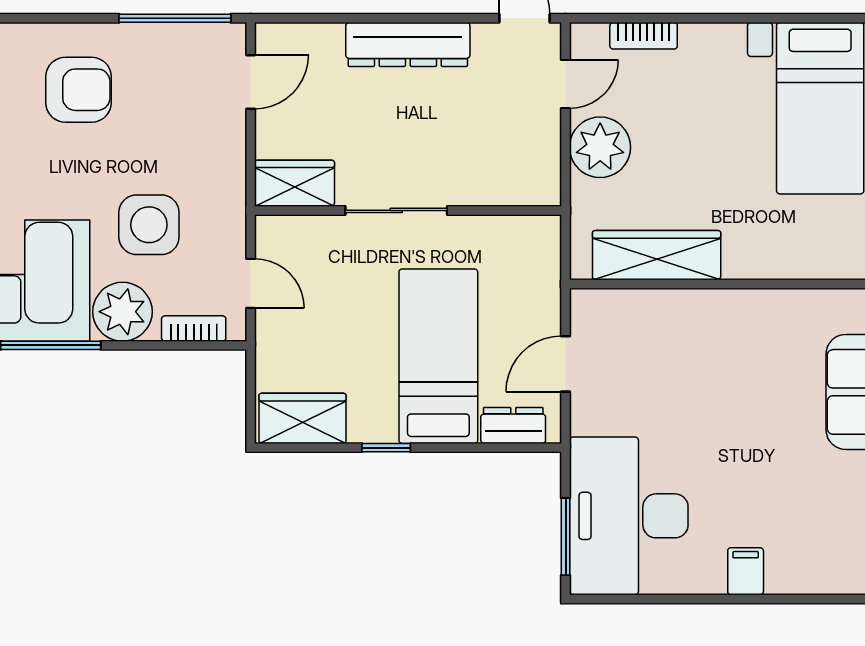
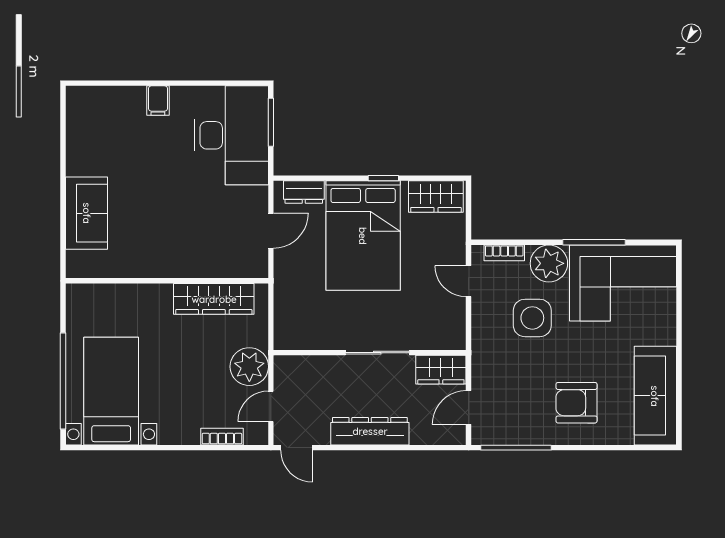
wardrobe: (295, 183) -> (441, 370), moved
sliding door: (396, 210) -> (377, 353), moved
wall: (408, 210) -> (370, 353), moved
bed: (438, 356) -> (363, 236), width x1.50

